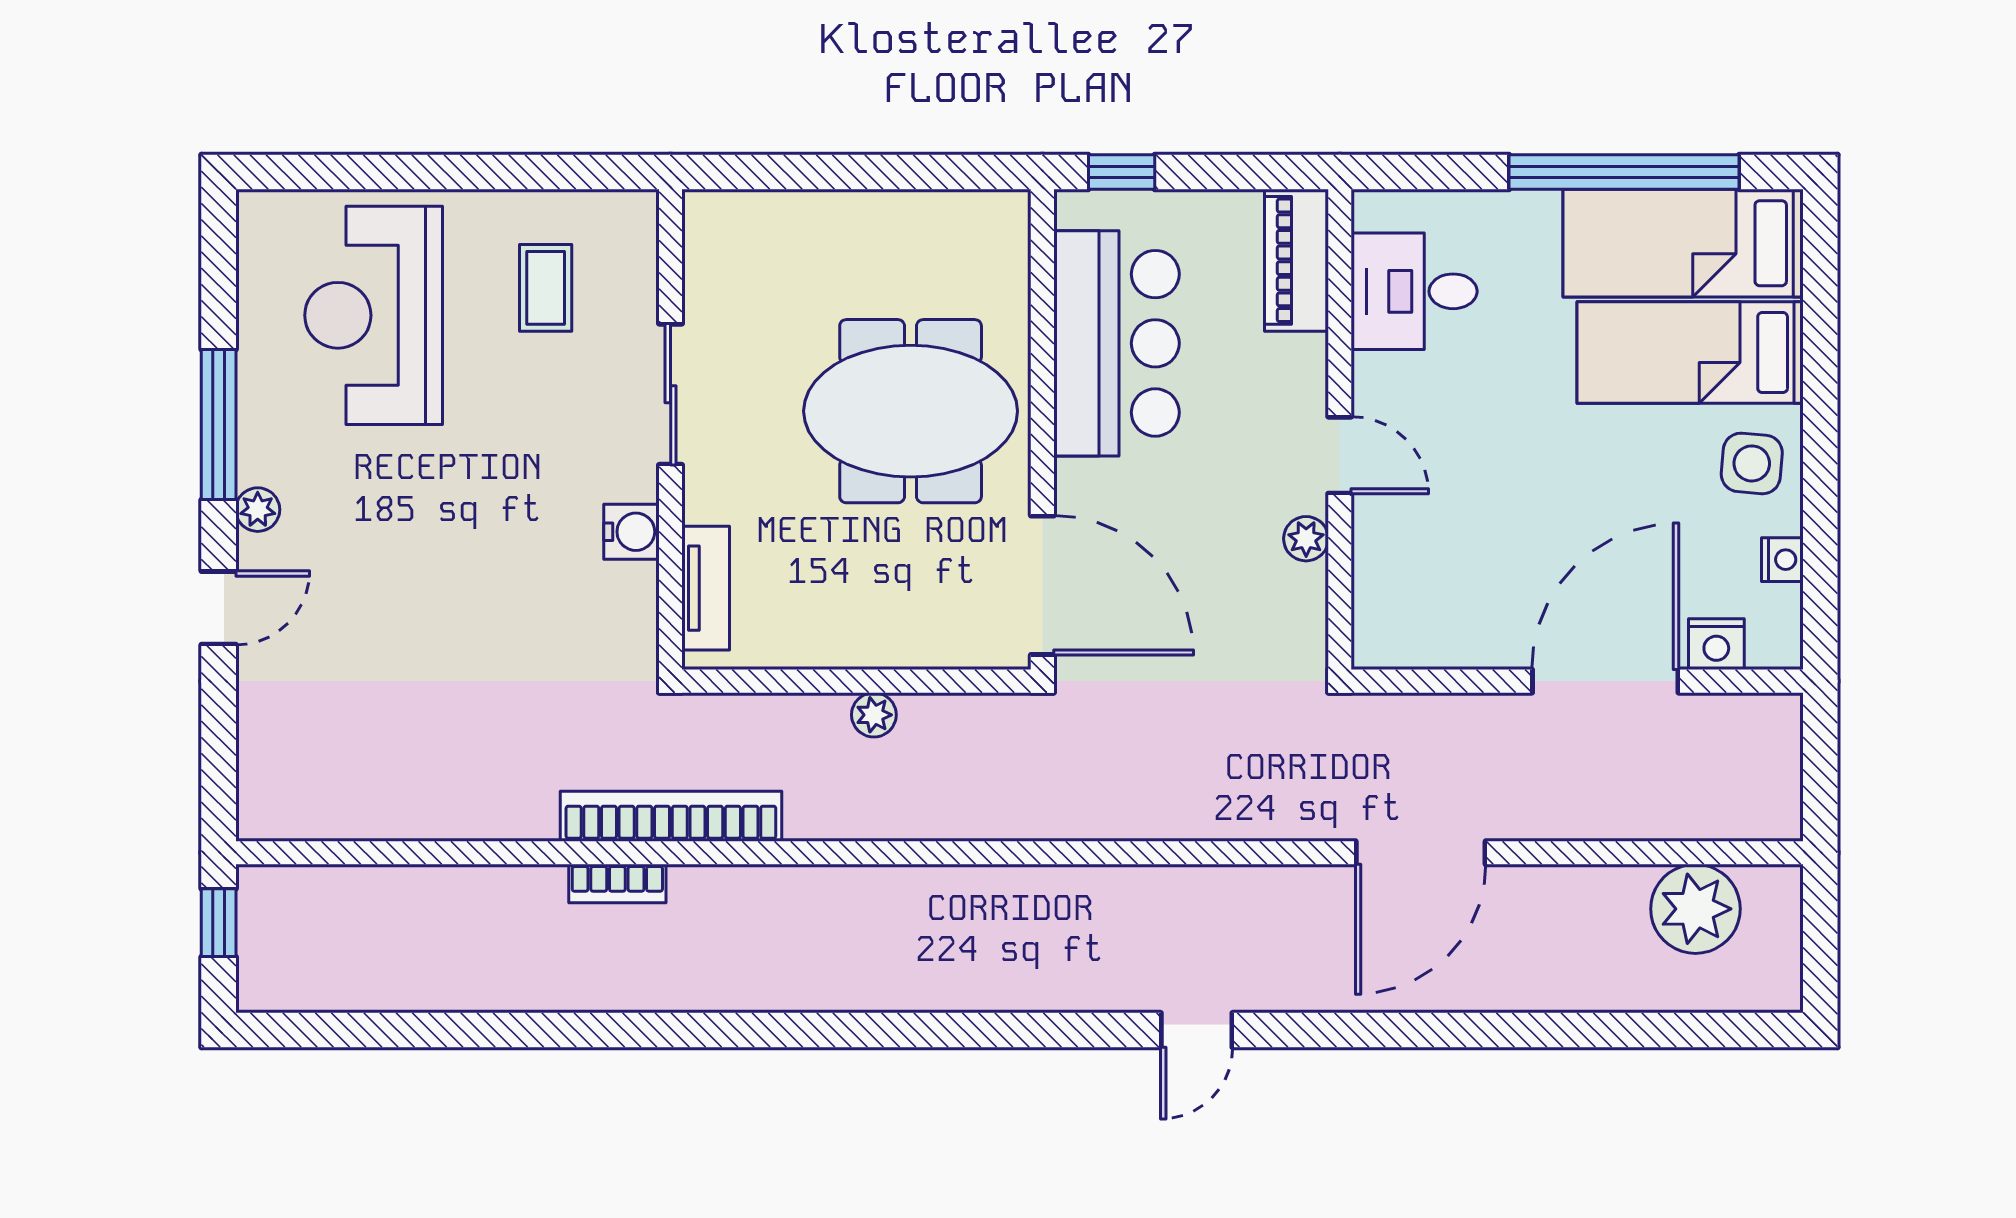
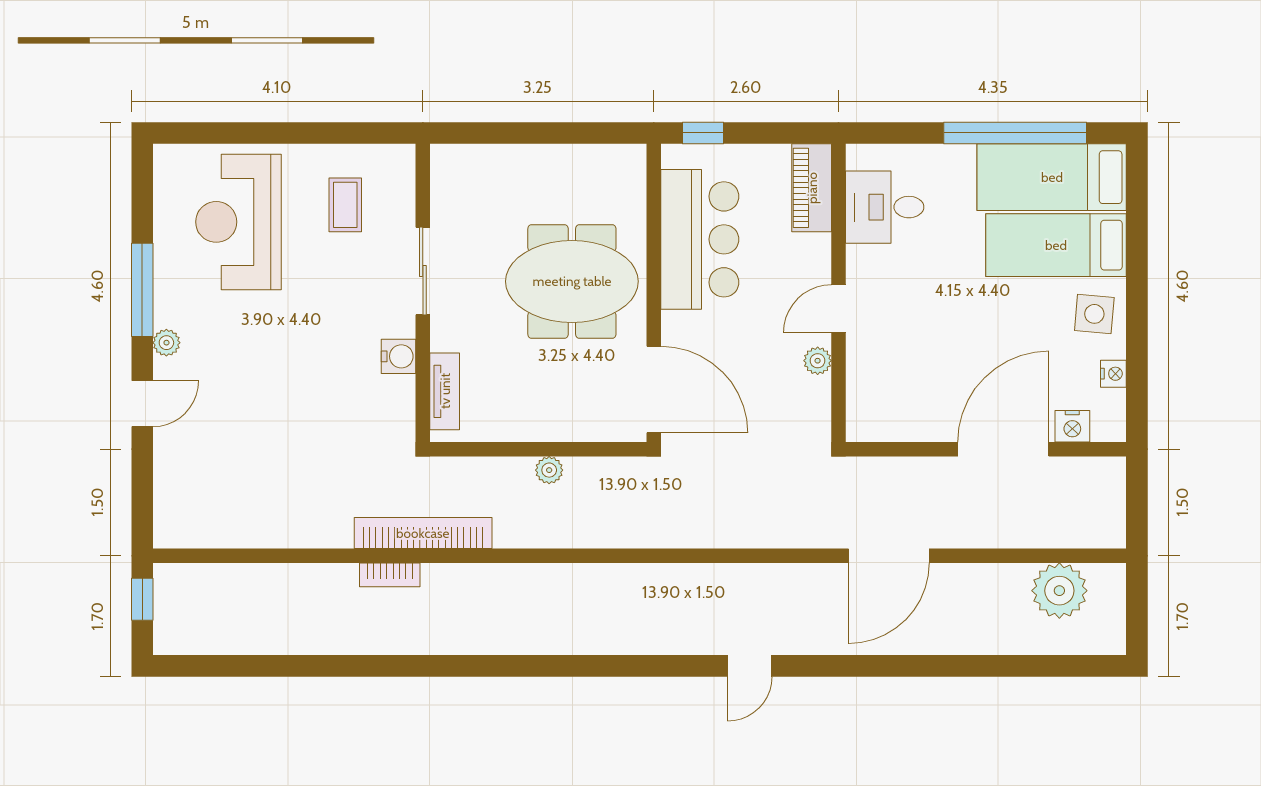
door: (1340, 455) -> (838, 309), swing flipped

